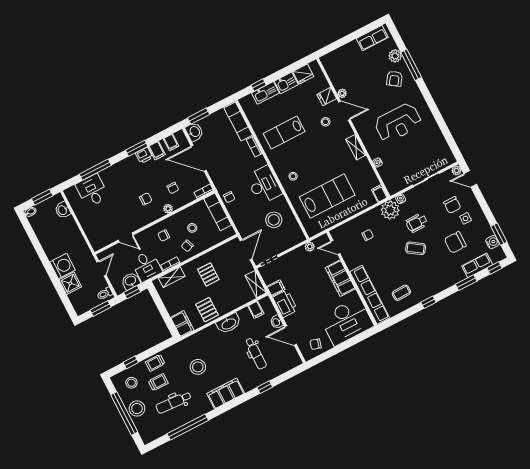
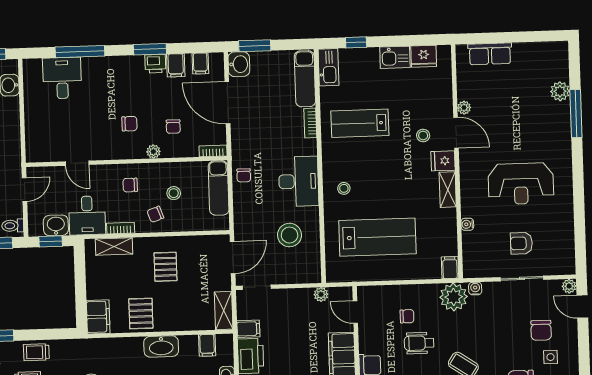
row of seats: (372, 38) -> (490, 54), moved
armchair: (394, 79) -> (521, 243), moved, turned 56
kitchen sink: (265, 93) -> (329, 67), moved, turned -90
fridge: (327, 97) -> (443, 161), moved
wheelchair: (417, 223) -> (419, 343), moved

